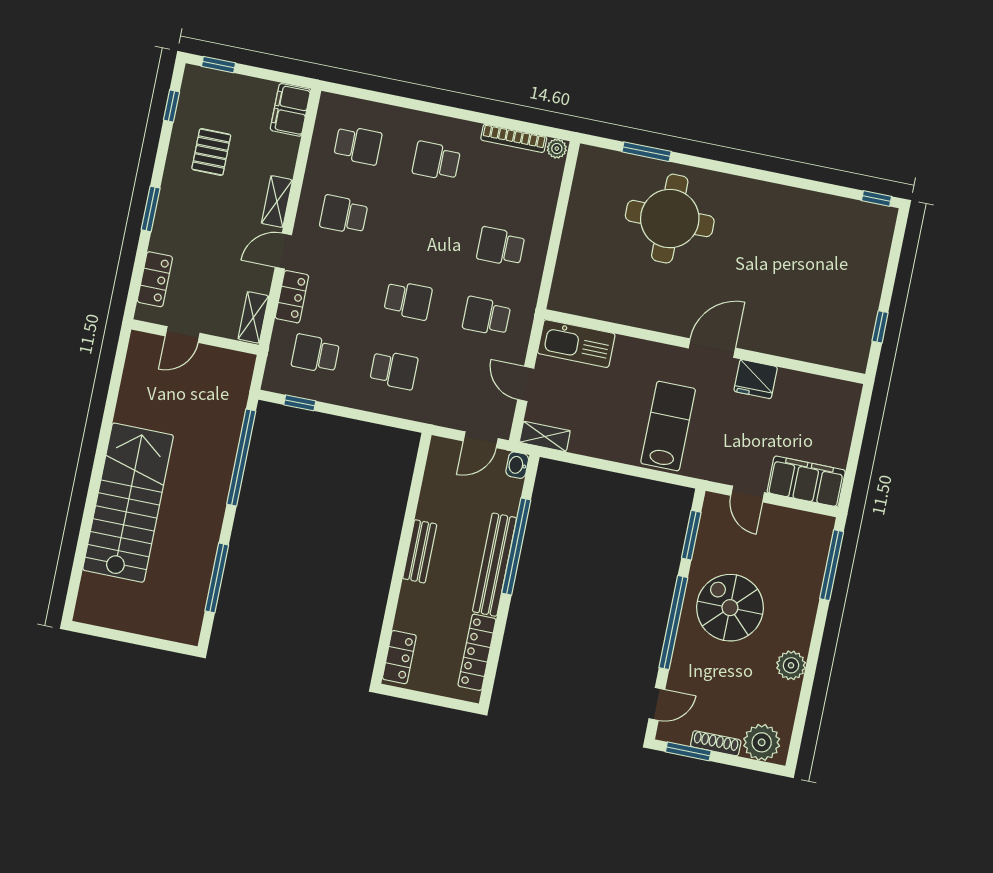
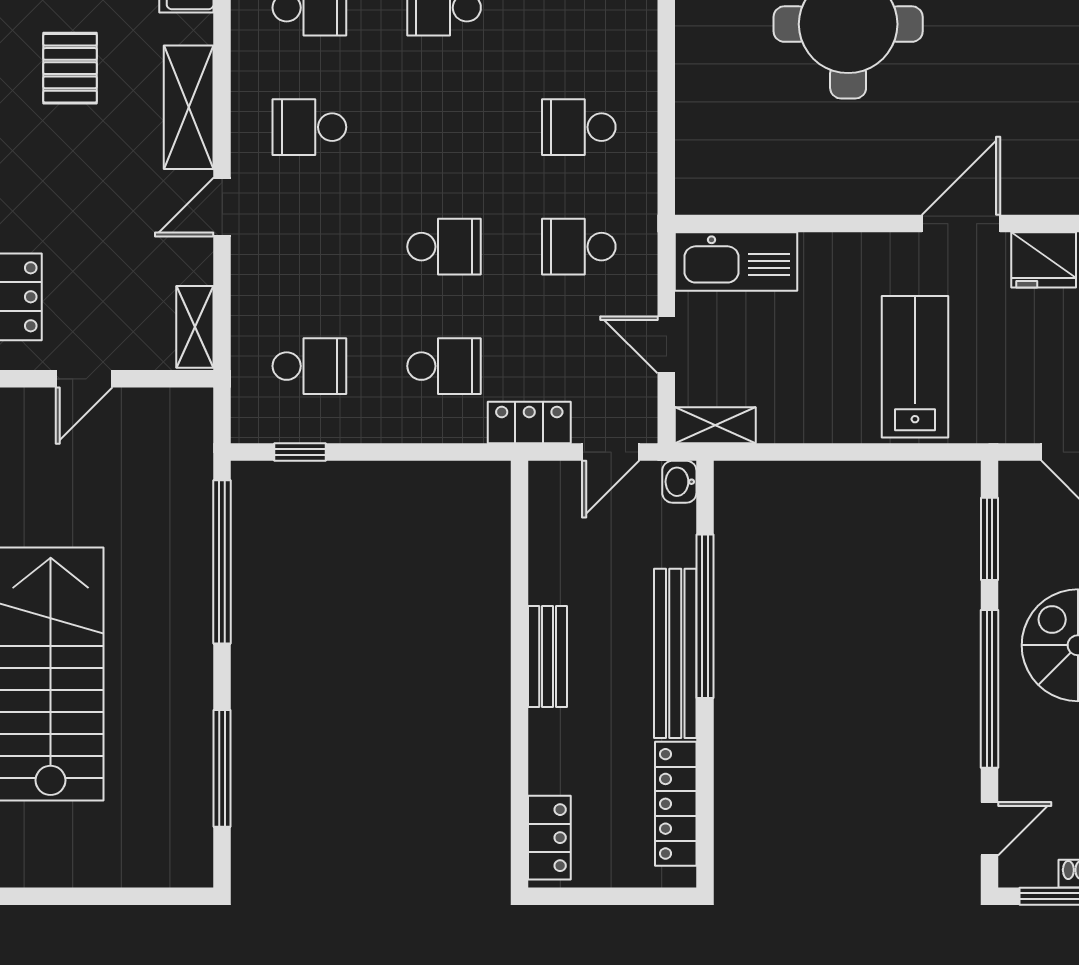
shelving: (277, 202) -> (189, 107), width x1.50, depth x1.33
locker: (292, 297) -> (529, 423), moved, turned -90
school desk: (315, 354) -> (309, 366), turned 180

